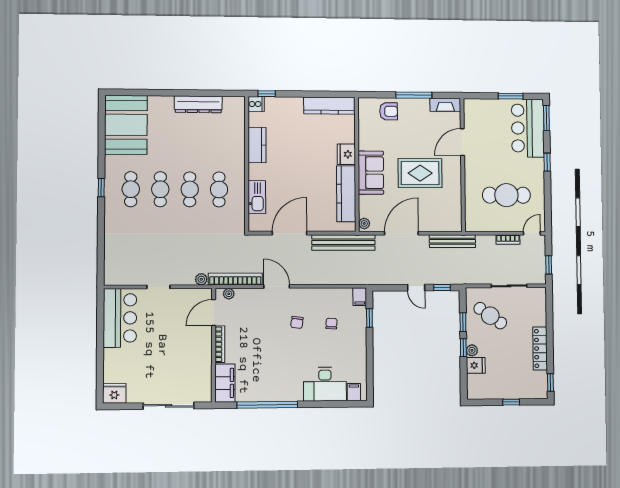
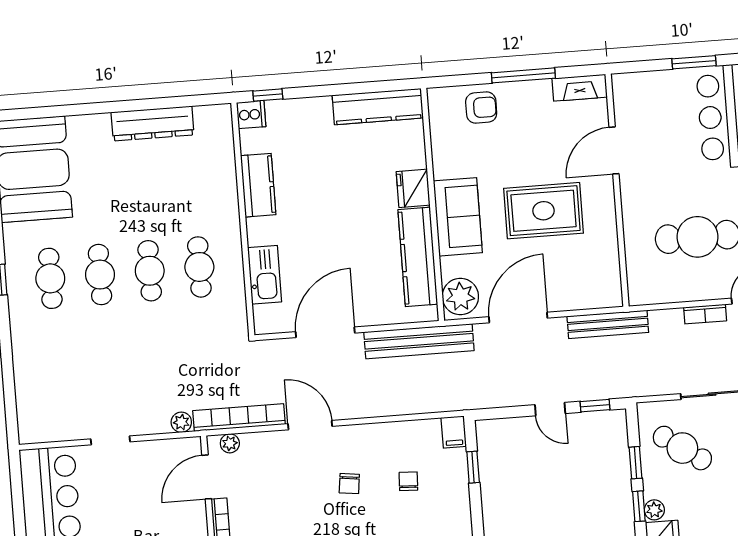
plant: (364, 223) -> (460, 297), width x1.87, depth x1.87

